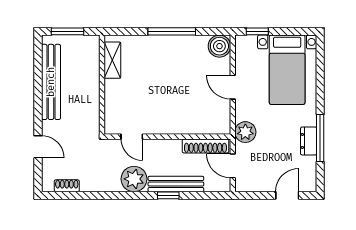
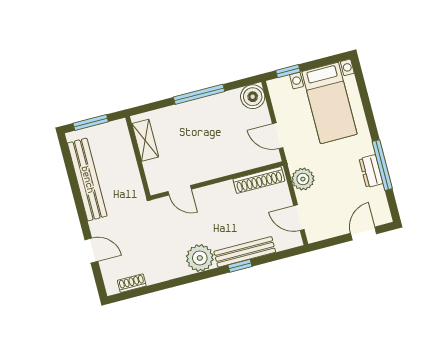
door: (132, 137) -> (180, 190), moved
wall: (167, 137) -> (217, 181), moved
shoe rack: (205, 146) -> (259, 180), moved

